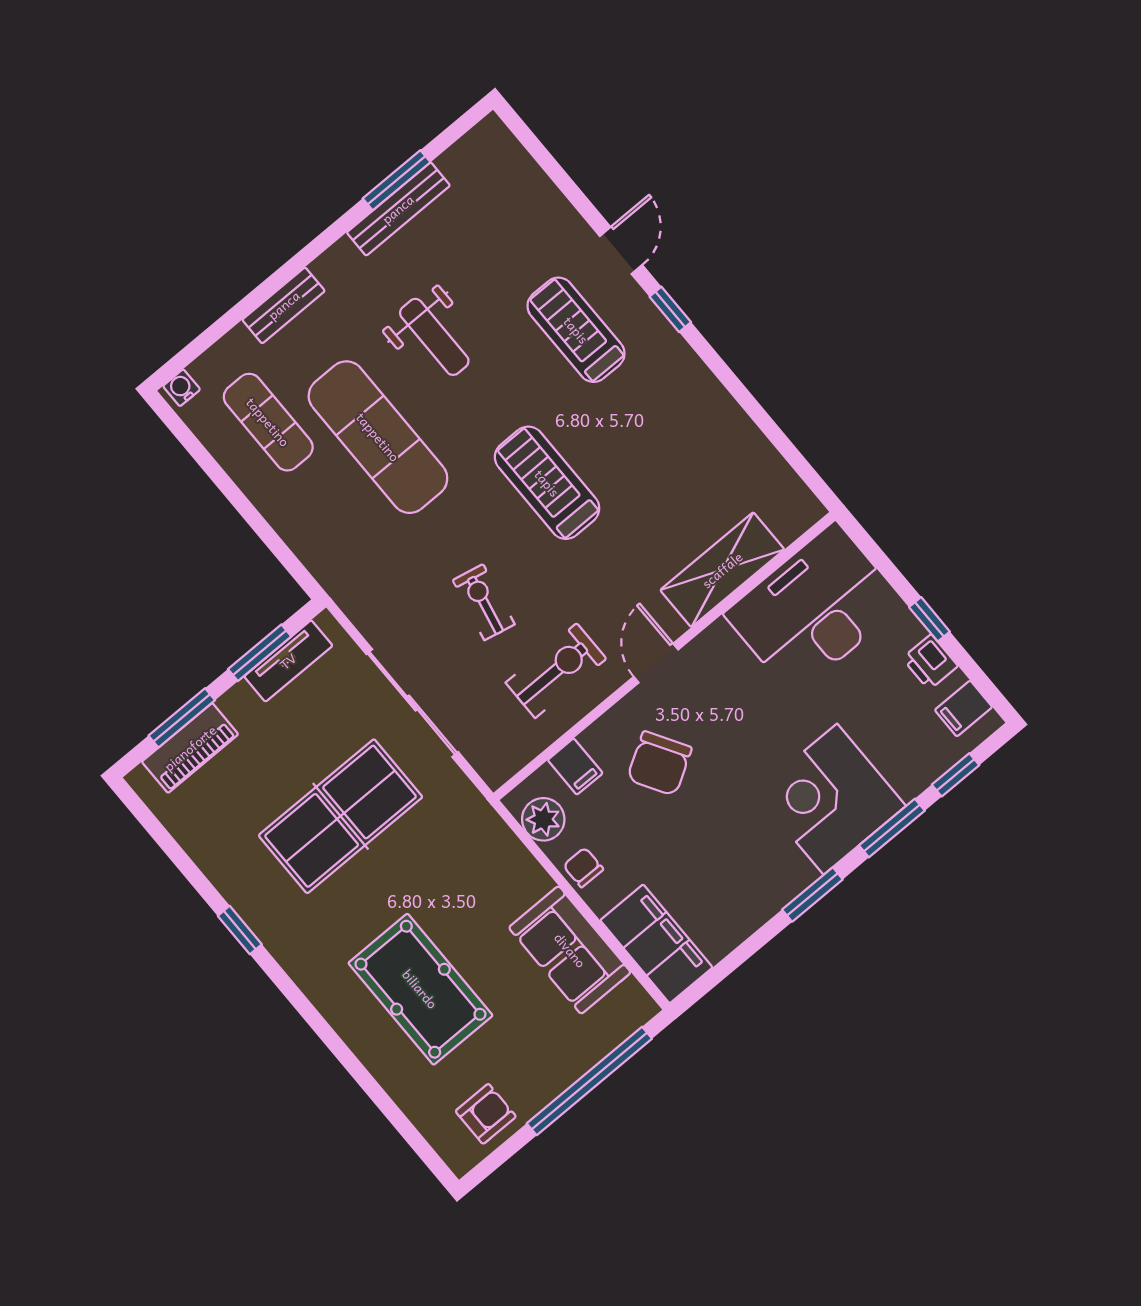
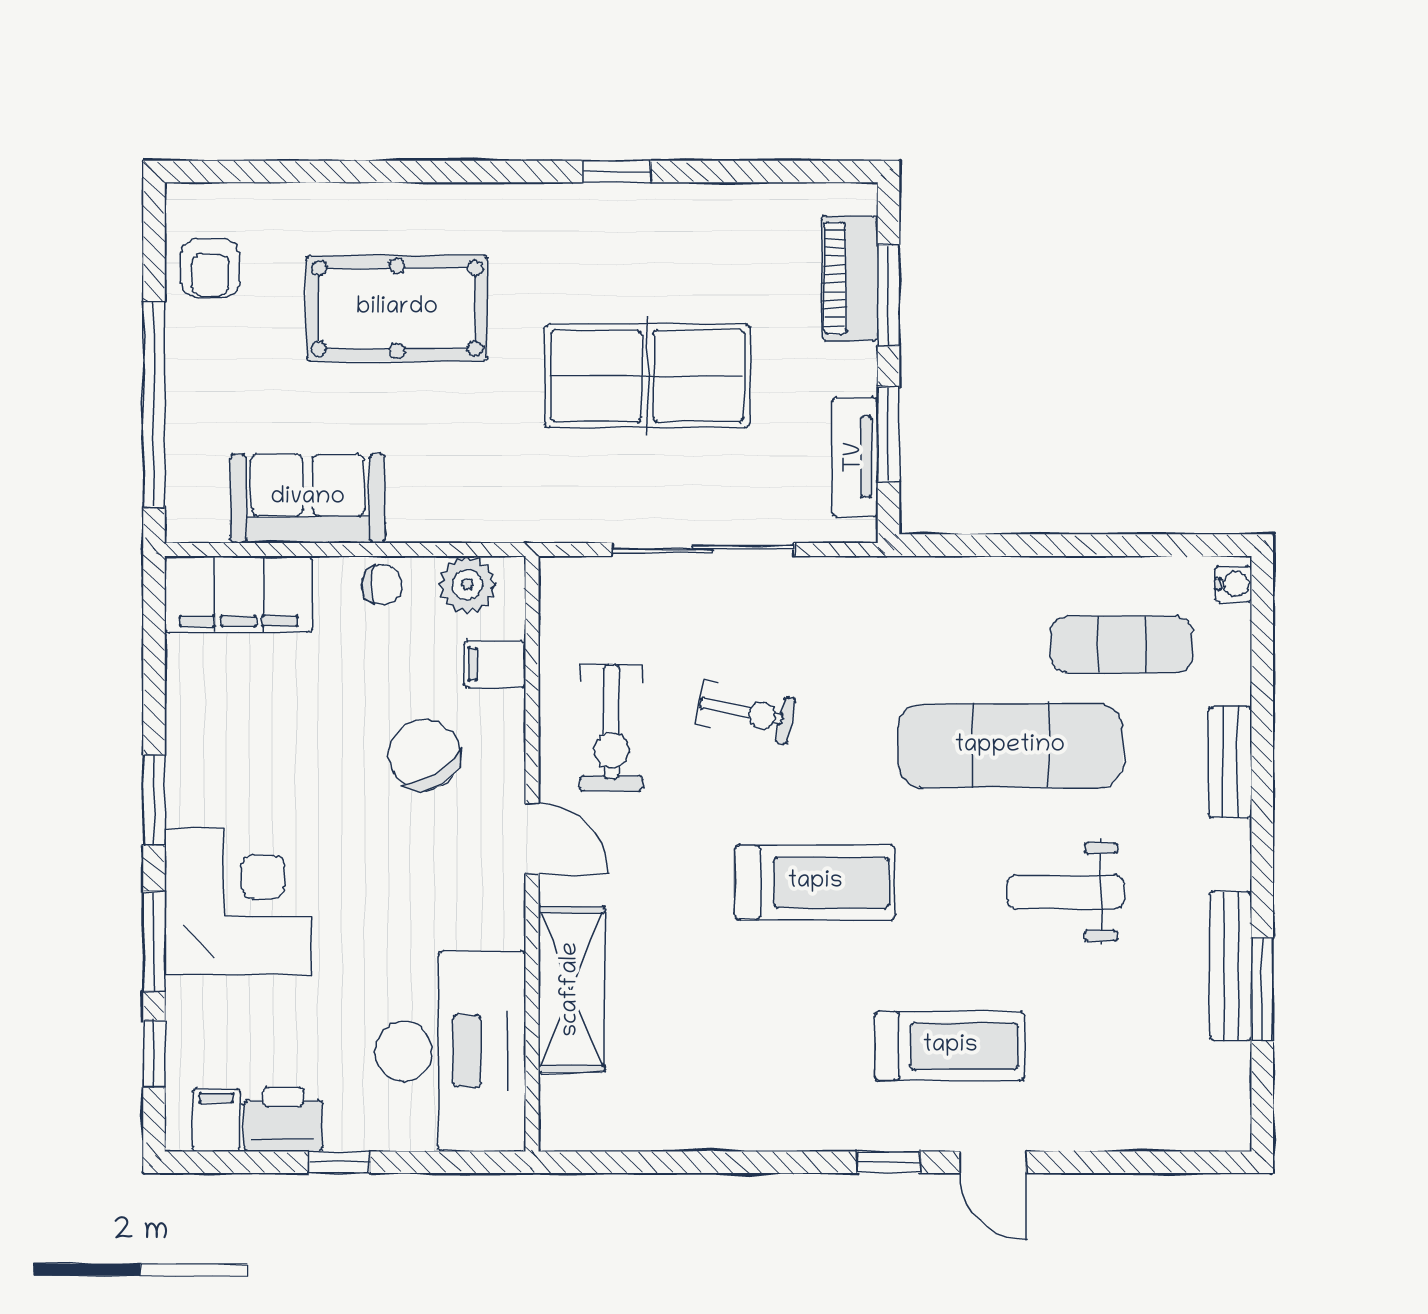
printer: (930, 662) -> (283, 1119), width x1.36, depth x1.24
table tennis table: (341, 816) -> (647, 376), turned 90

